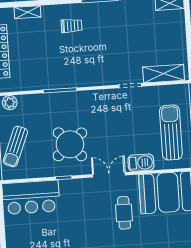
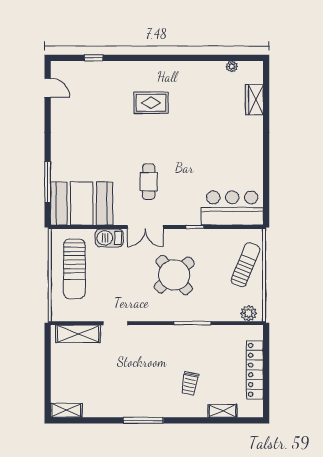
trolley: (71, 26) -> (190, 383), moved, turned -79
round table: (70, 144) -> (174, 275), moved
cafe table: (124, 213) -> (149, 182), moved

